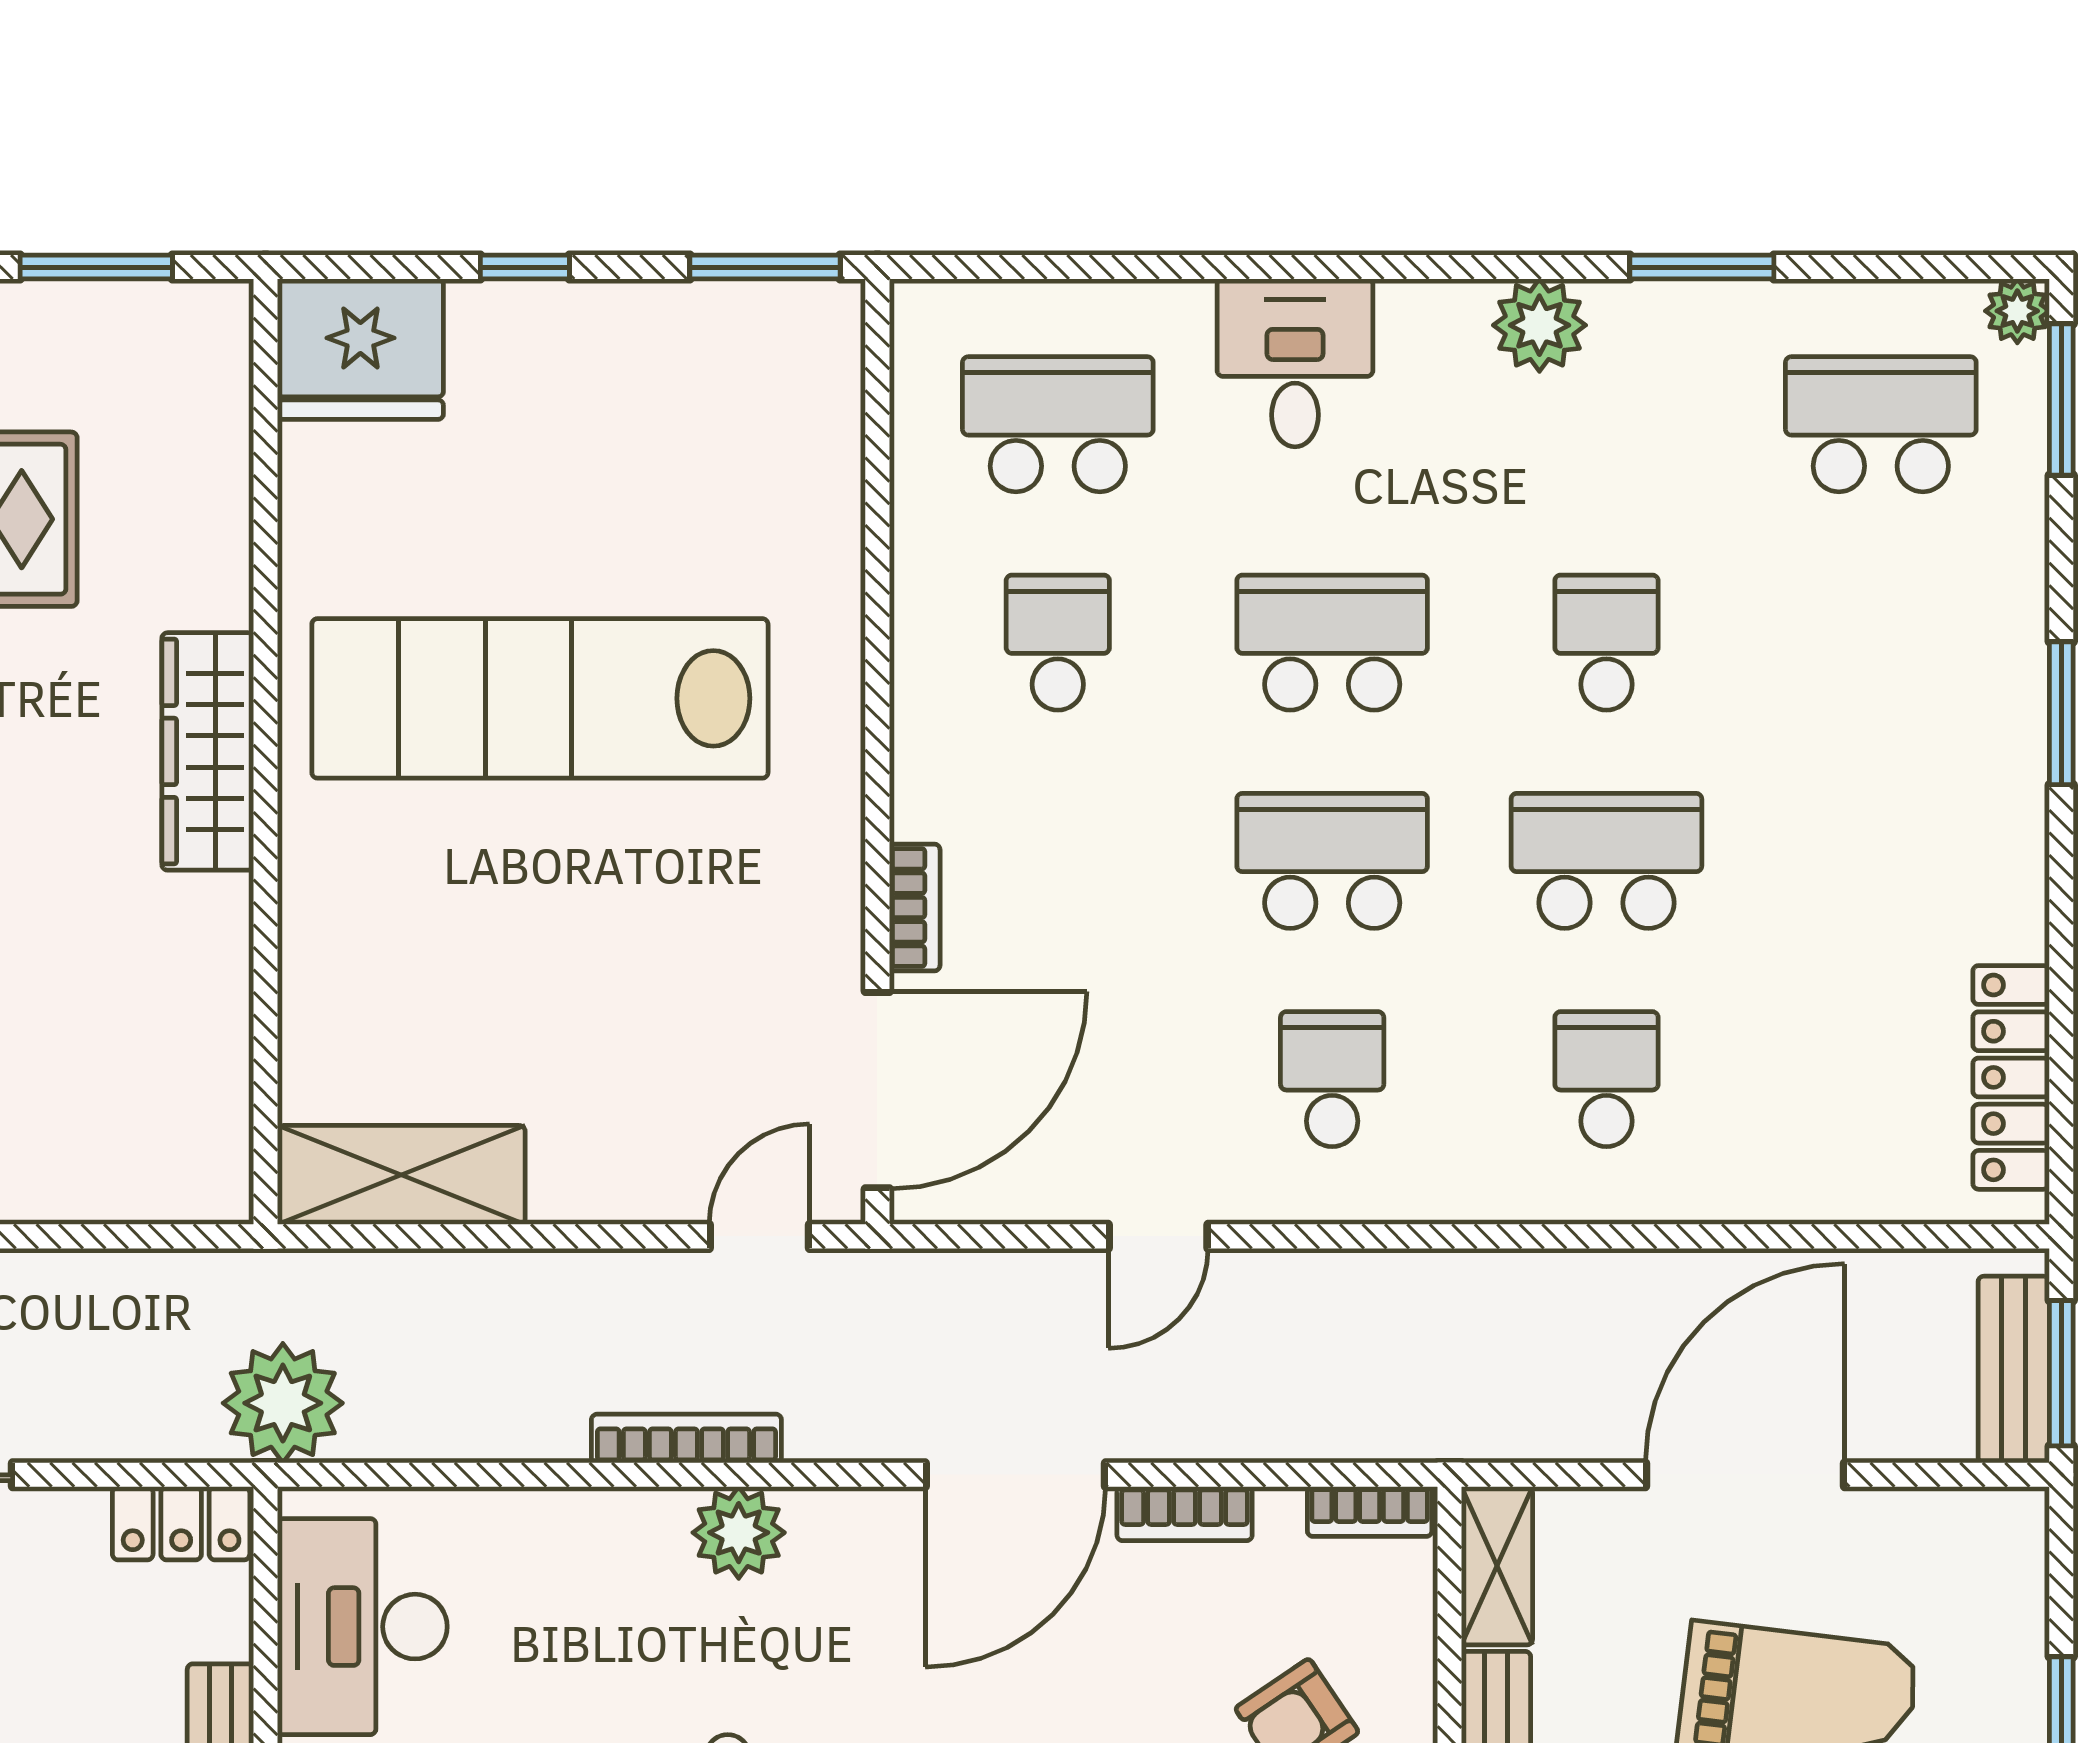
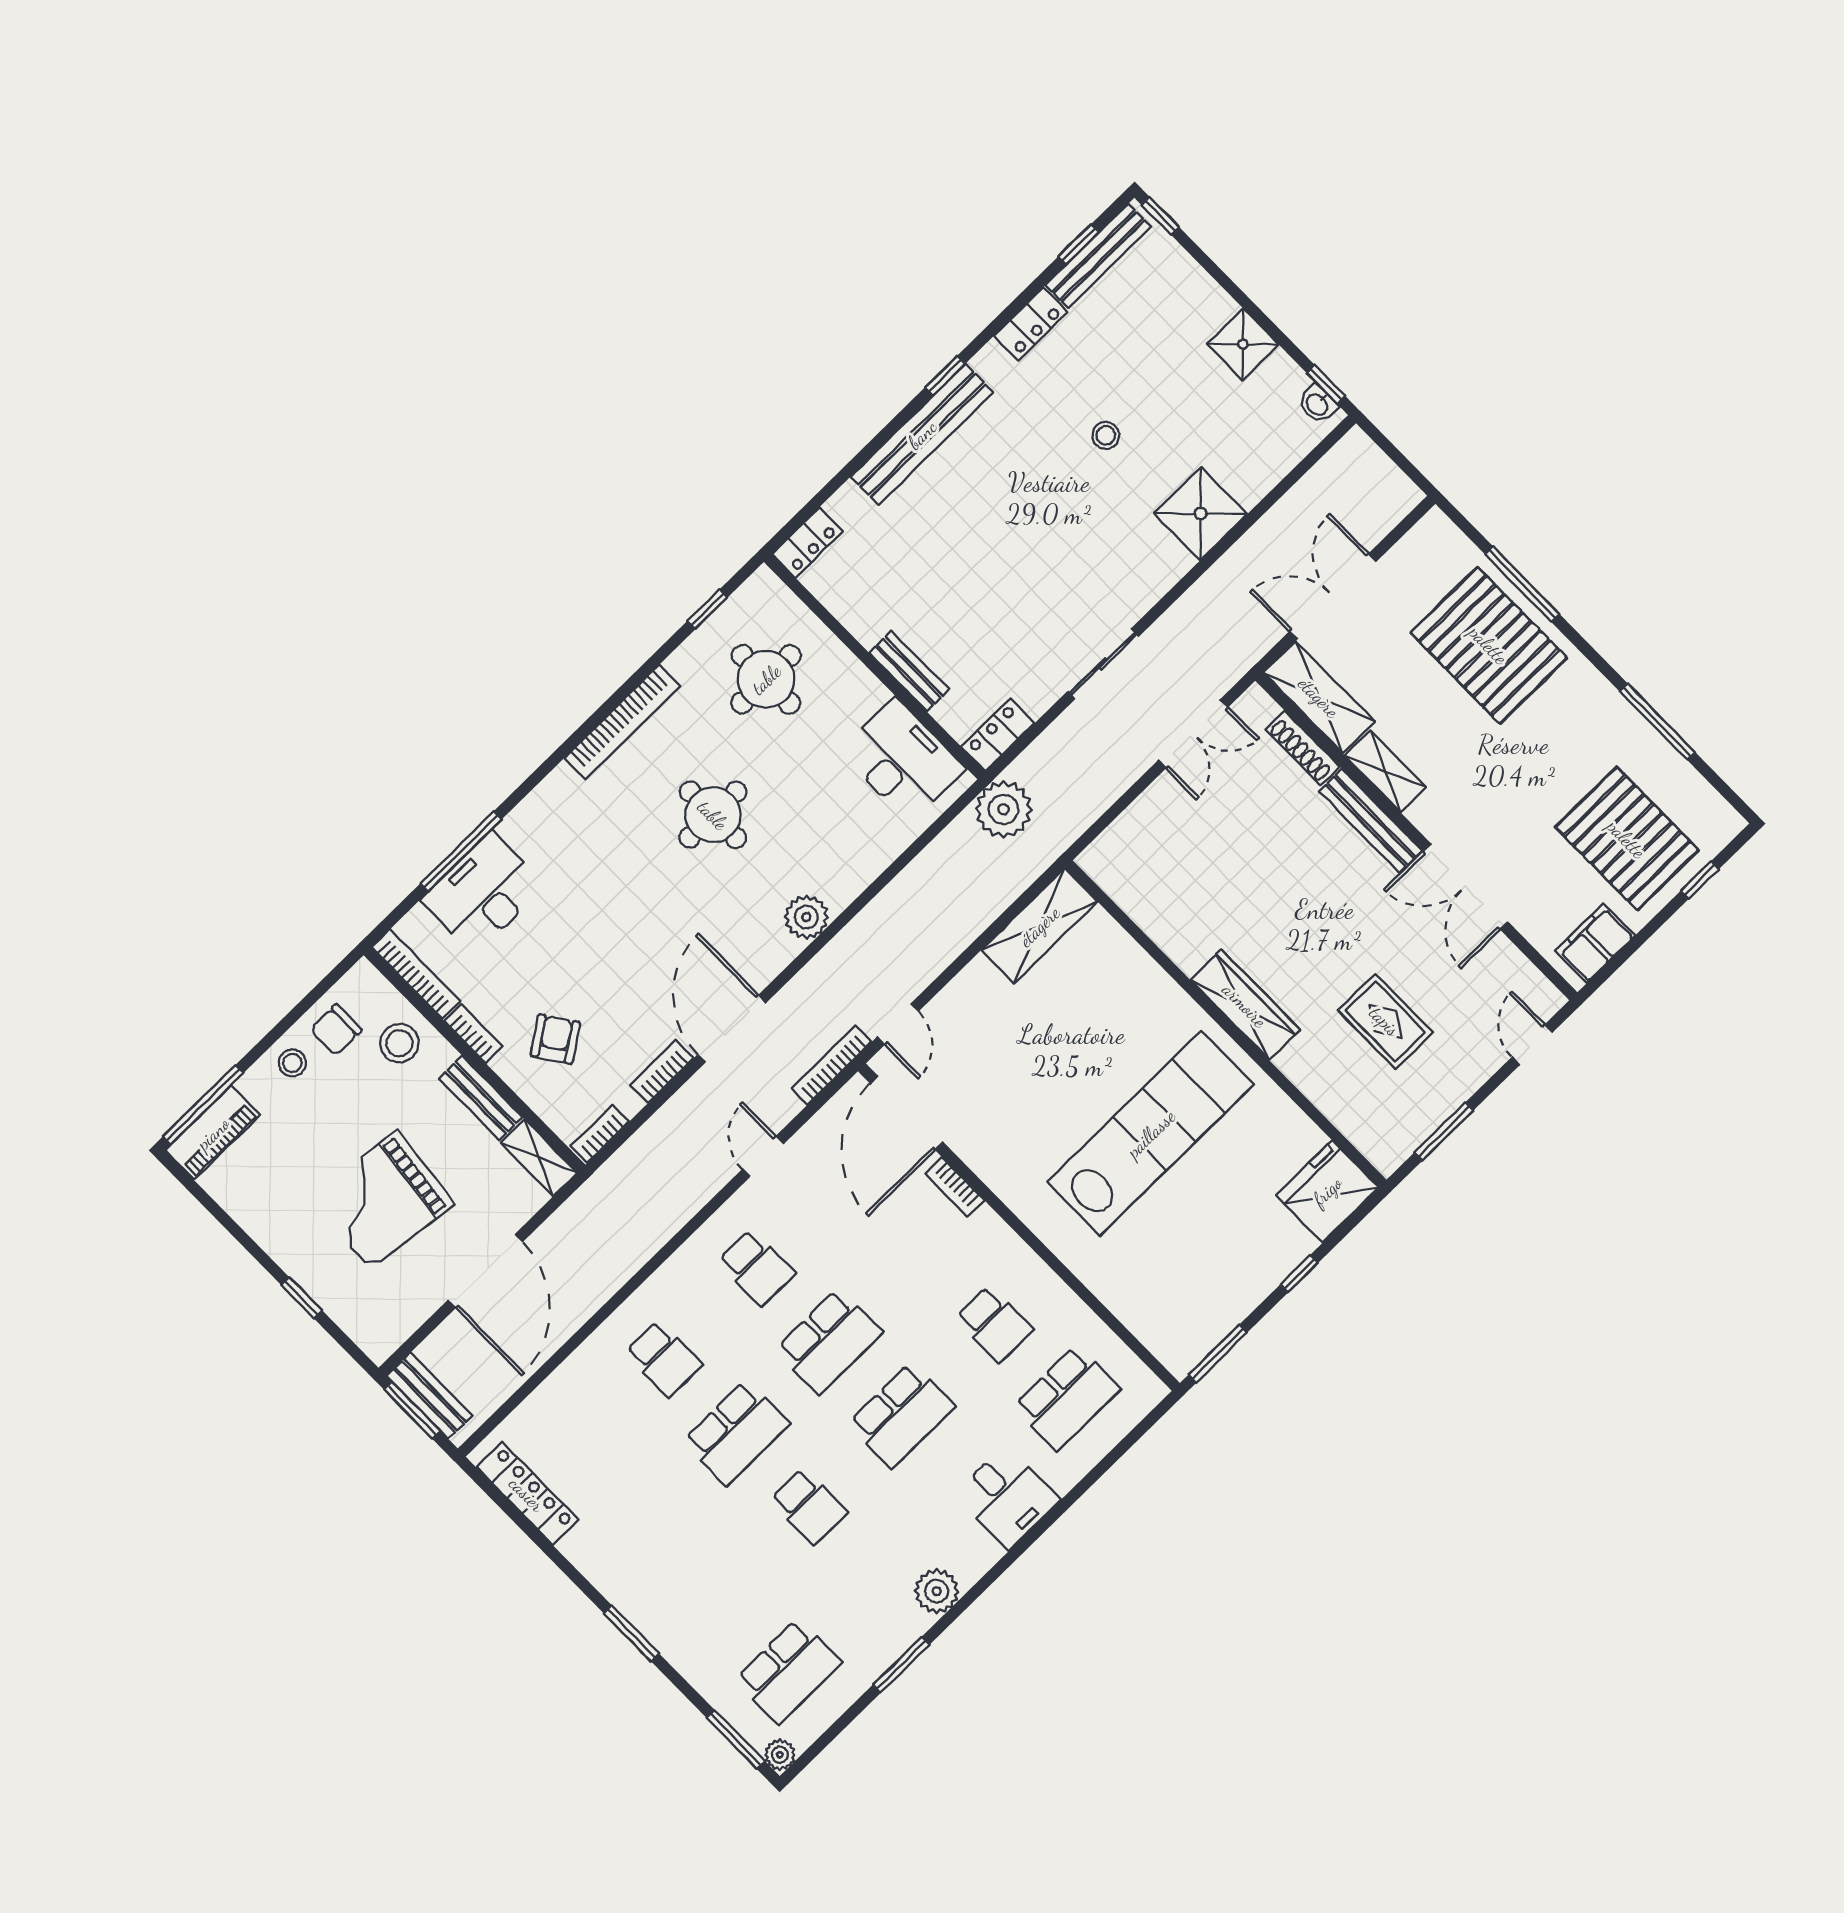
bookcase: (686, 1439) -> (832, 1065), moved, turned 180

